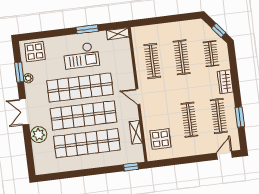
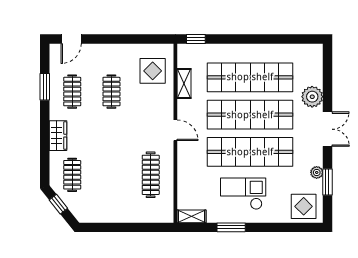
clothes rail: (182, 57) -> (111, 175), removed
clothes rail: (219, 116) -> (72, 92), width x0.73
clothes rail: (189, 120) -> (111, 92), width x0.73

